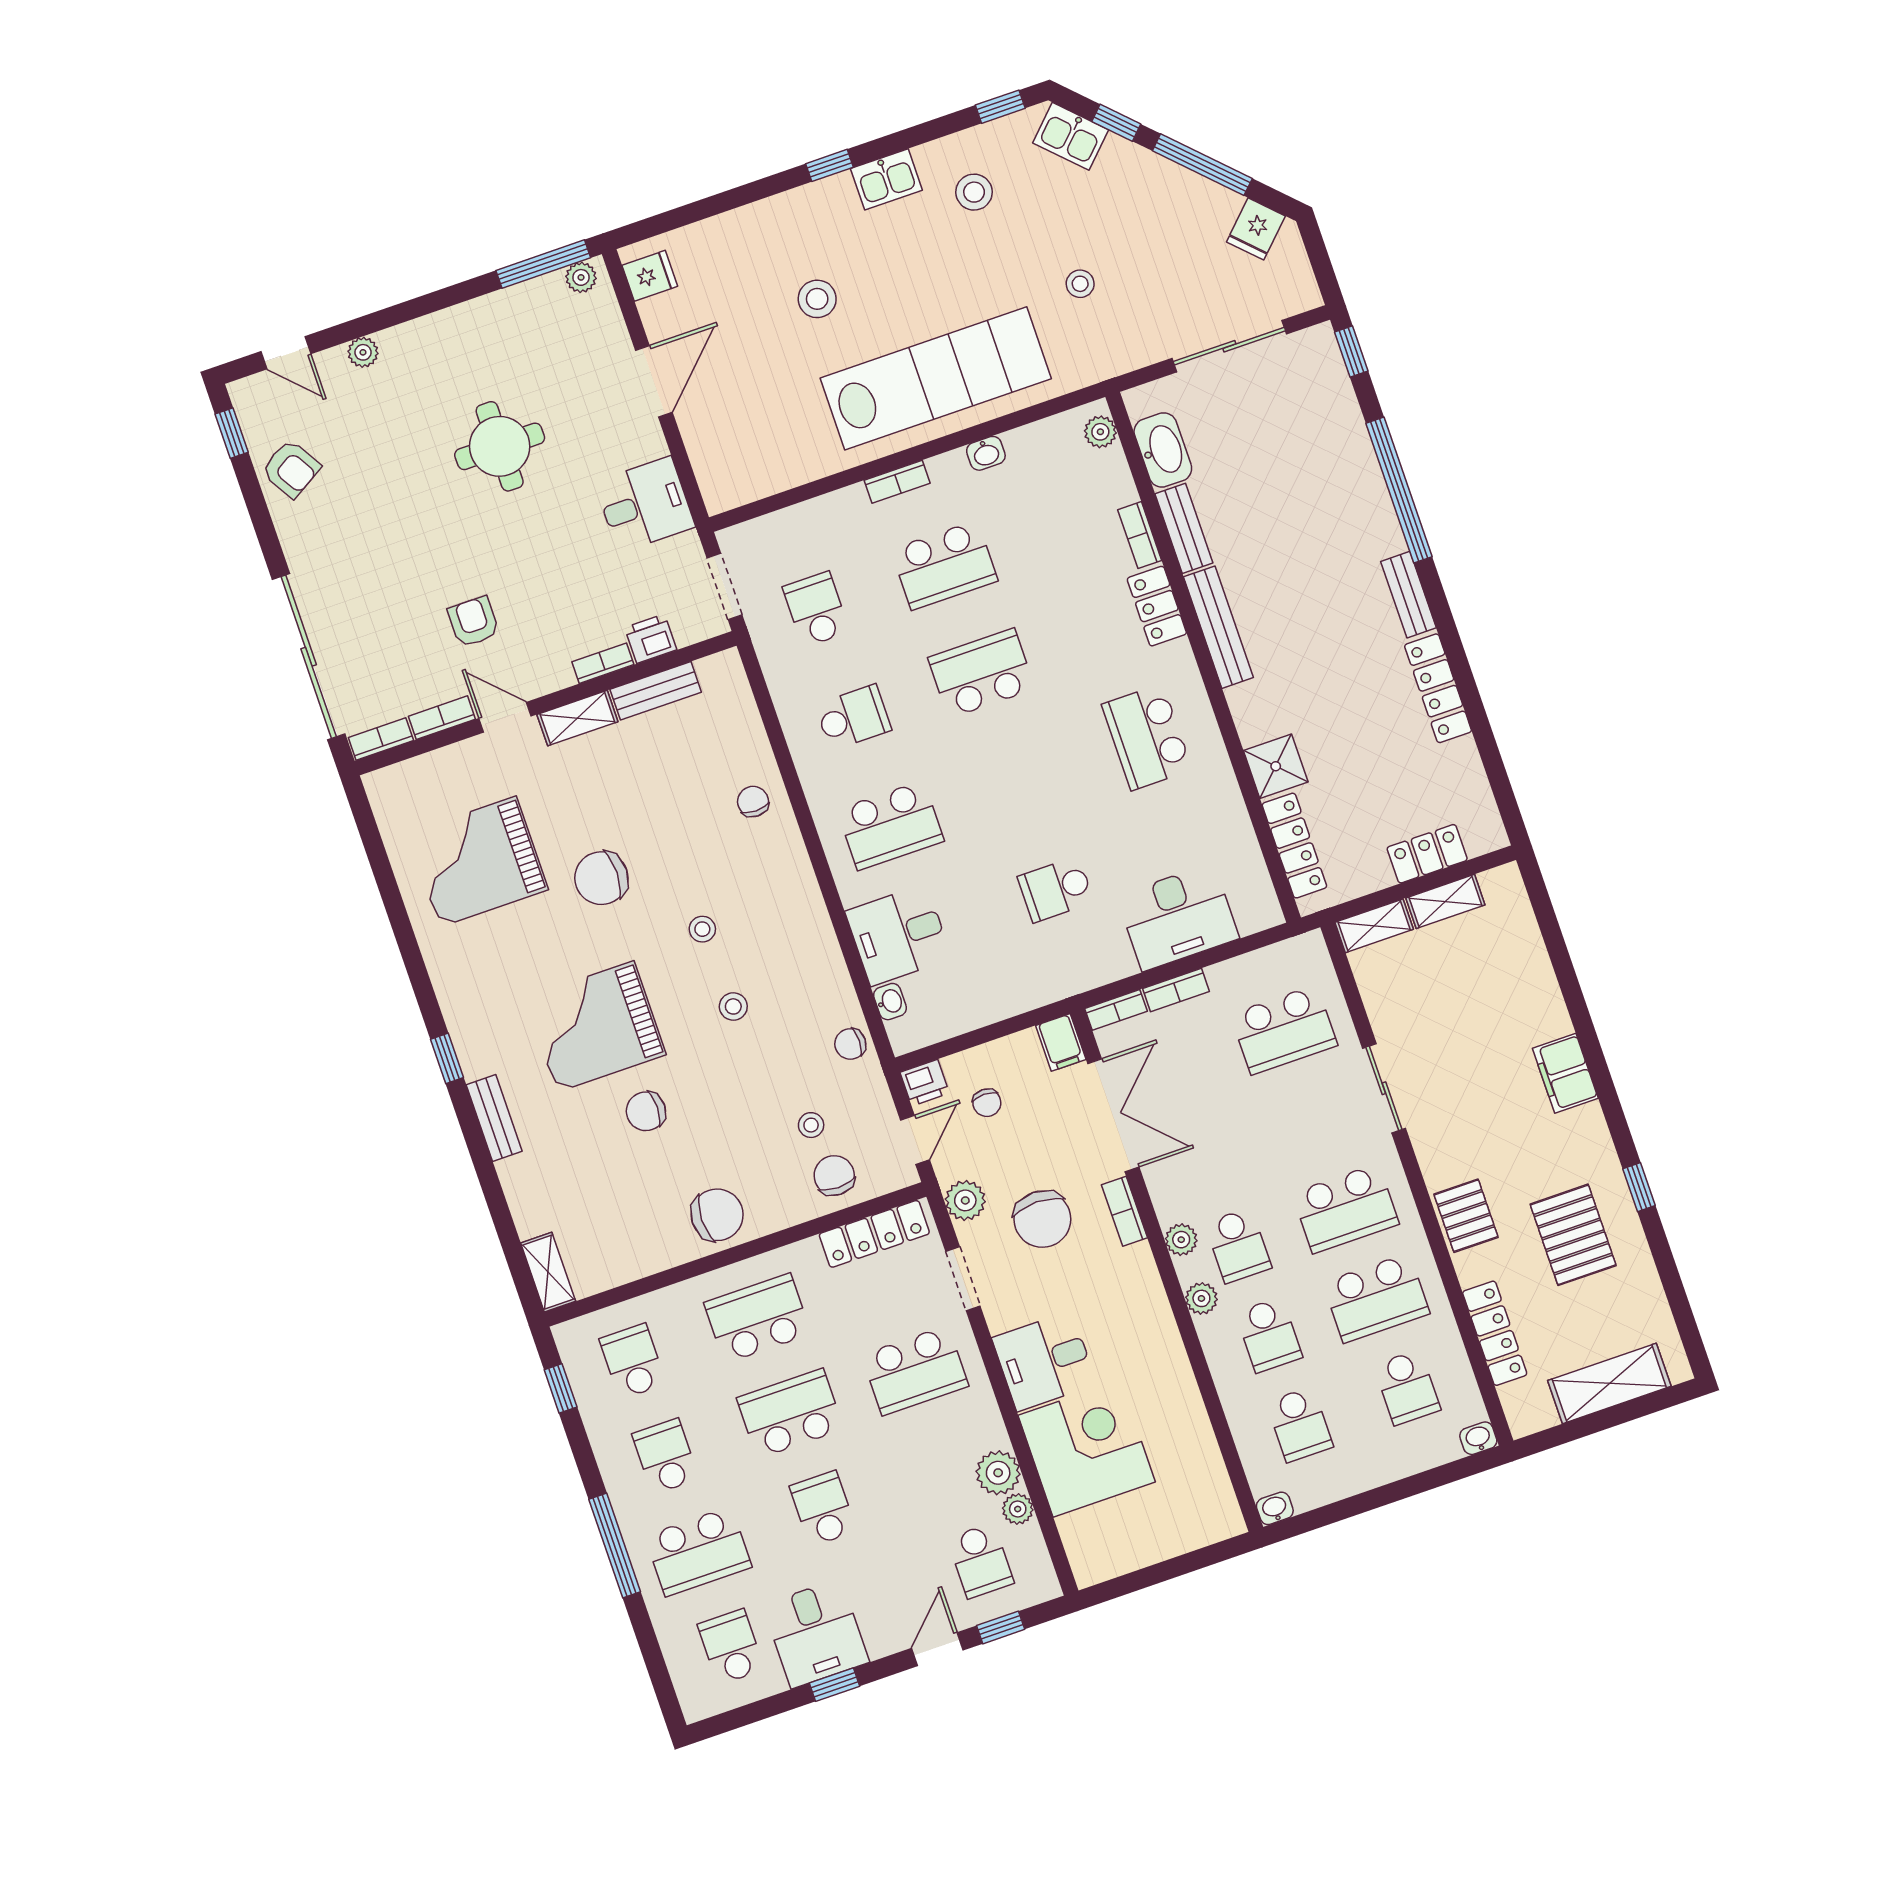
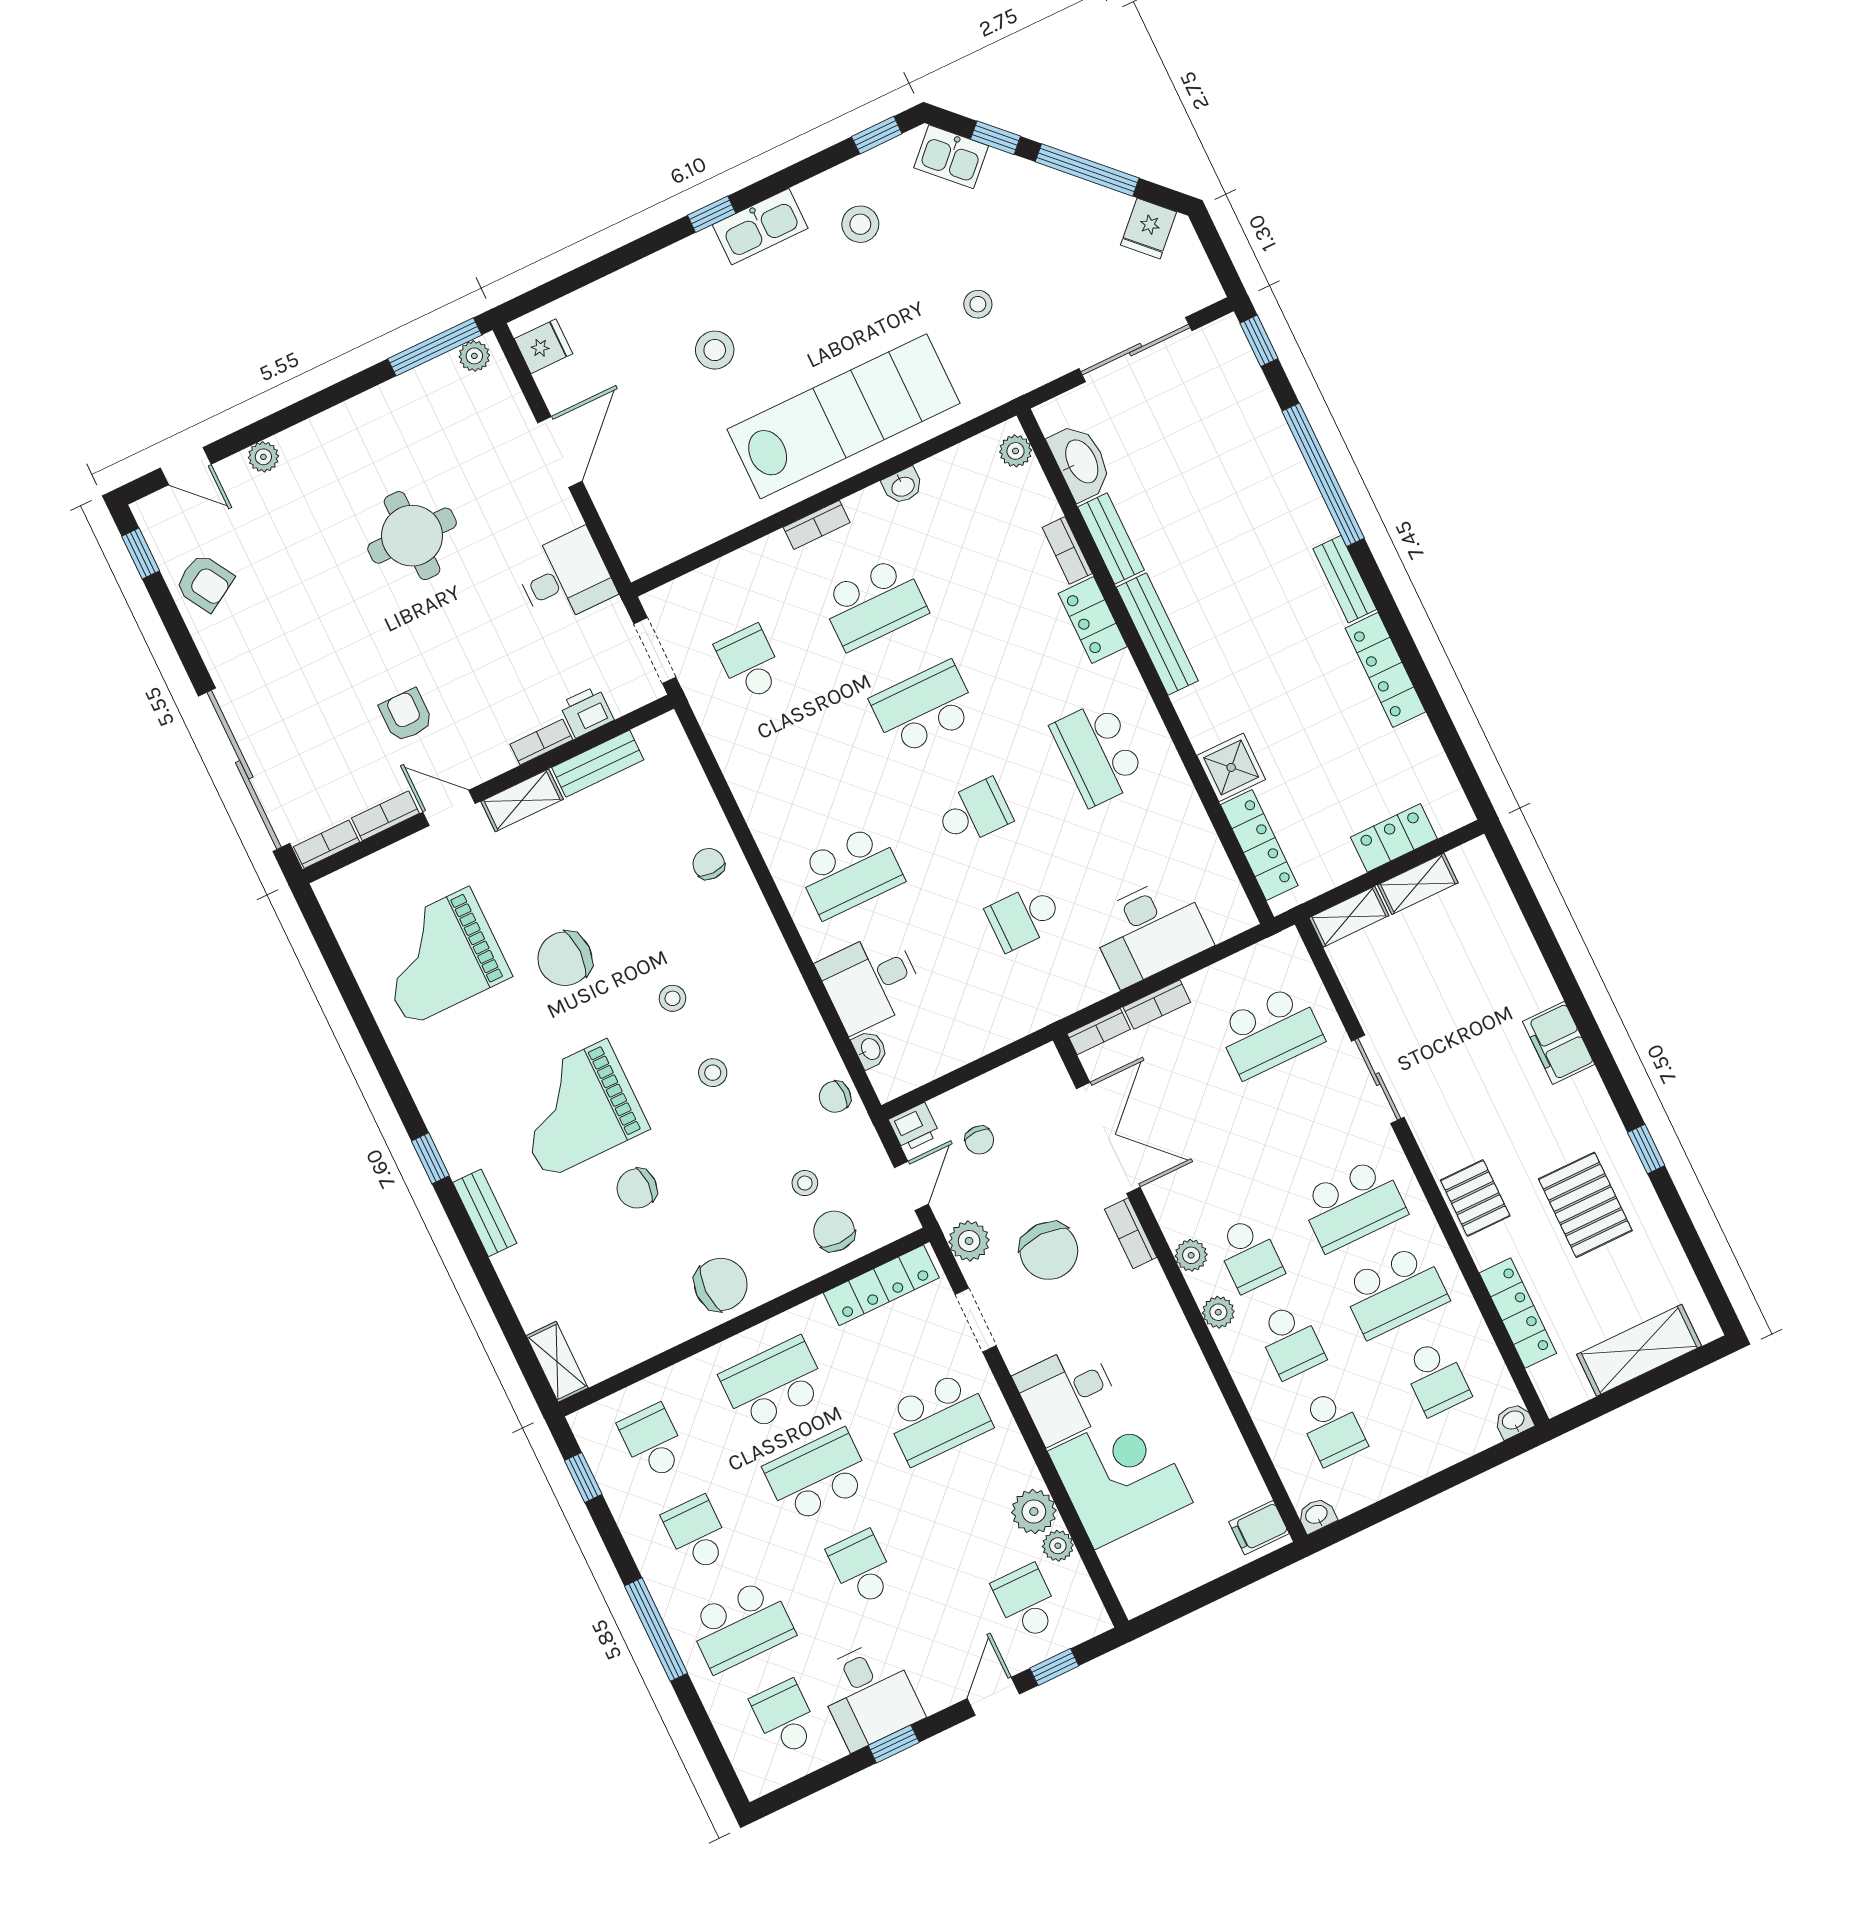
kitchen sink: (886, 179) -> (760, 227), width x1.38
school desk: (853, 717) -> (974, 813), moved
filing cabinet: (1061, 1042) -> (1259, 1528), moved, turned 90
school desk: (981, 1561) -> (1026, 1602), turned 180

